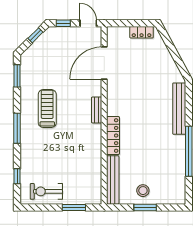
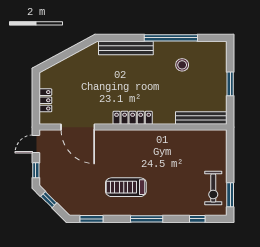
locker: (142, 32) -> (45, 100), moved
bench: (97, 110) -> (127, 135), removed
locker: (113, 136) -> (133, 118), moved
stool: (143, 191) -> (182, 65), moved
window: (74, 207) -> (230, 195), moved

